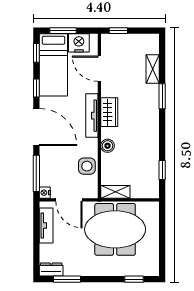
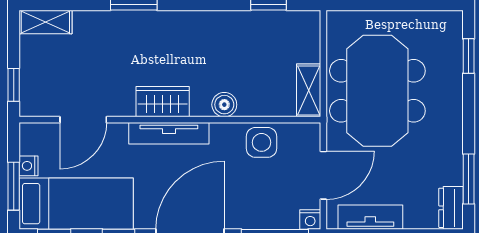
nightstand: (79, 43) -> (28, 166), width x0.53, depth x0.56
shelving: (153, 69) -> (45, 22), moved

